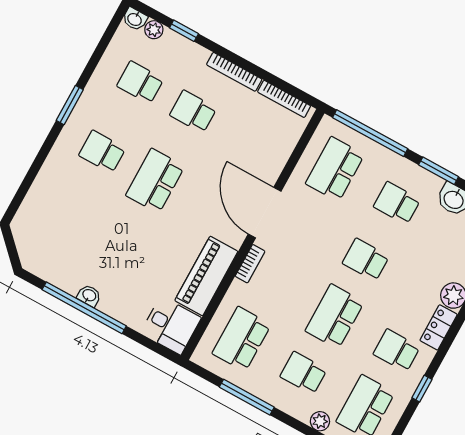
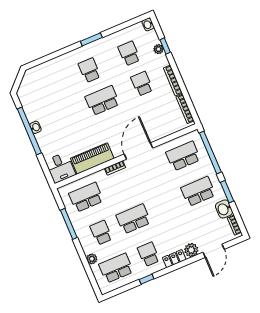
plant: (154, 30) -> (158, 49), moved
school desk: (397, 203) -> (198, 191), width x1.85
school desk: (366, 260) -> (166, 205), removed

